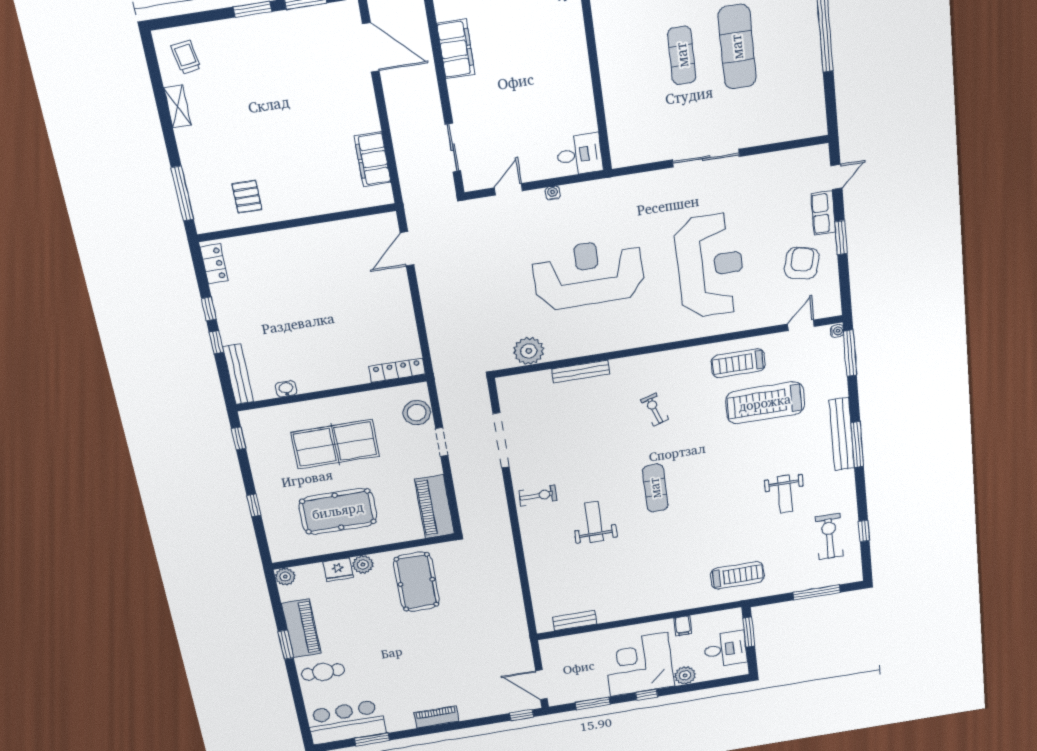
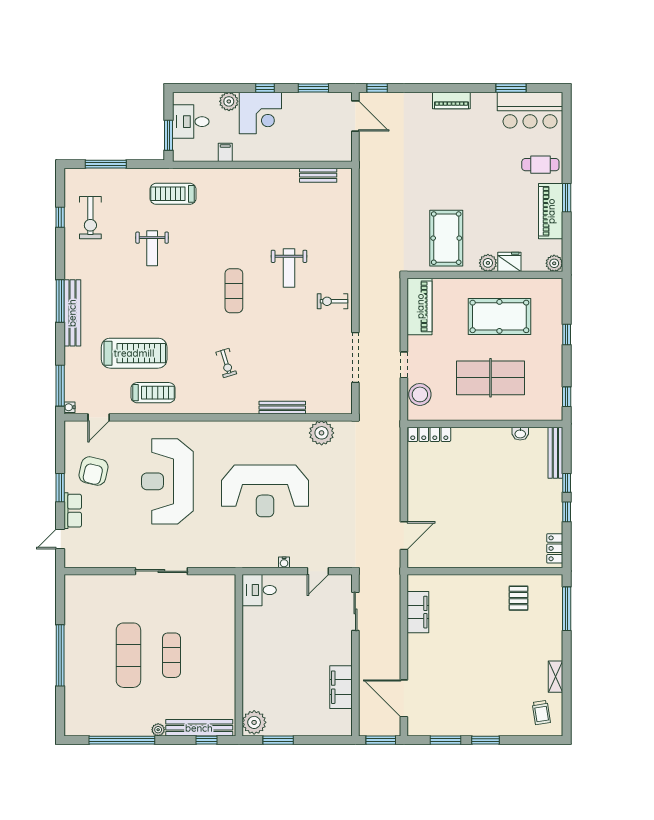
weight bench: (785, 494) -> (152, 248), moved, turned 180
corner desk: (639, 664) -> (260, 113), width x0.74, depth x0.74

